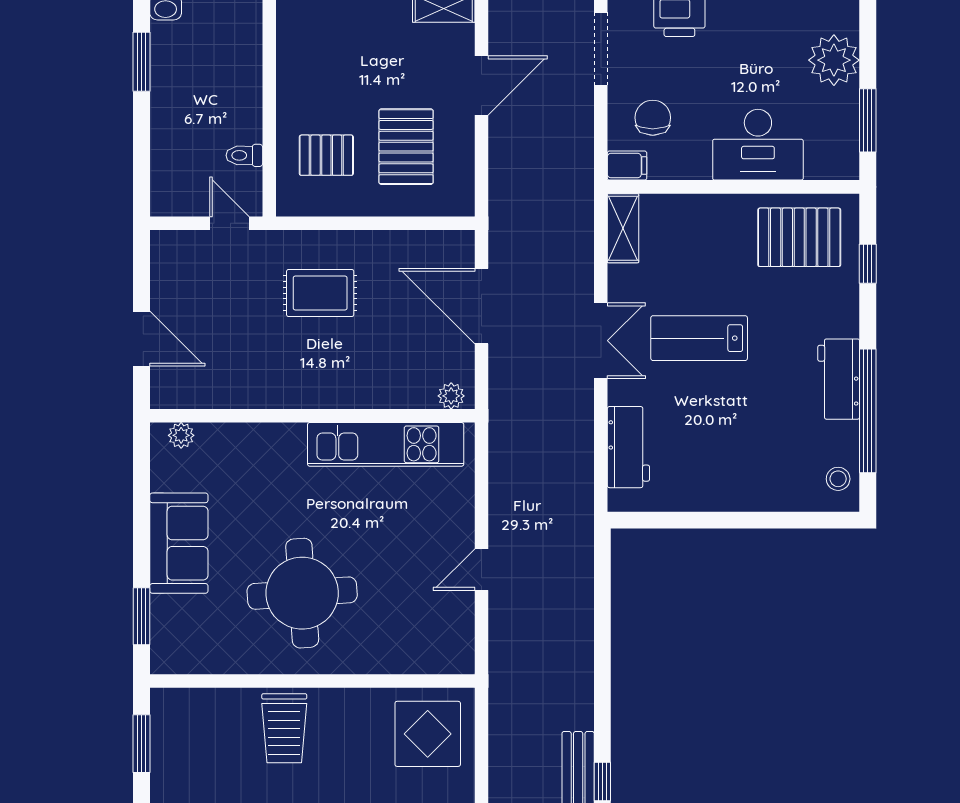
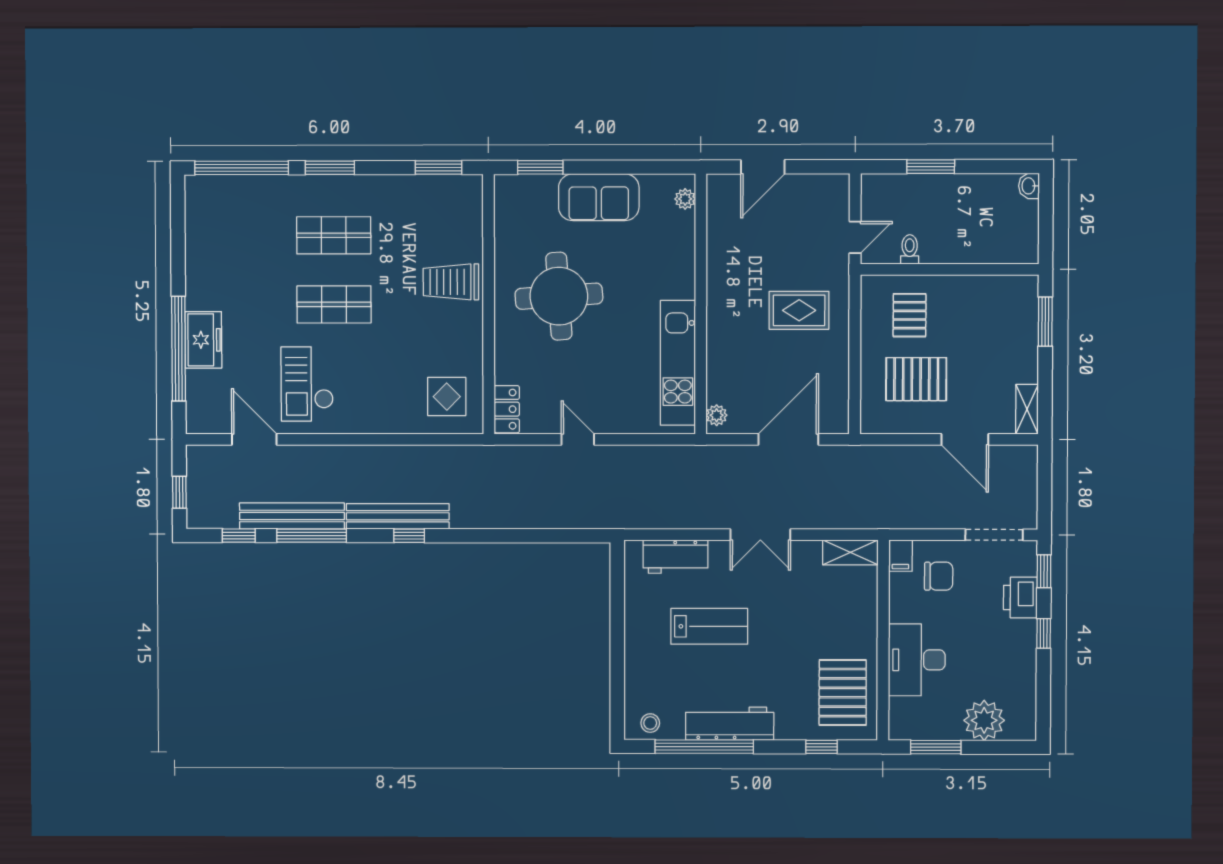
window: (141, 62) -> (931, 167), moved
rug: (320, 293) -> (799, 310), turned 90
lab bench: (699, 338) -> (709, 626), moved, turned 90
workbench: (839, 379) -> (730, 724), width x1.37
locker: (443, 659) -> (507, 409), added
display table: (428, 734) -> (447, 397), width x0.73, depth x0.73

